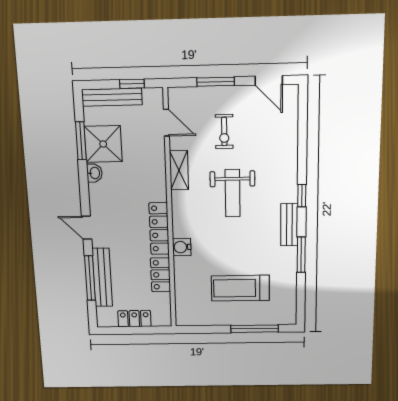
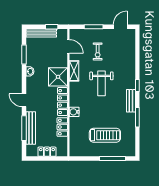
door: (269, 80) -> (120, 27), swing flipped
shower: (103, 144) -> (58, 77), moved
treadmill: (240, 288) -> (105, 135), turned 180

